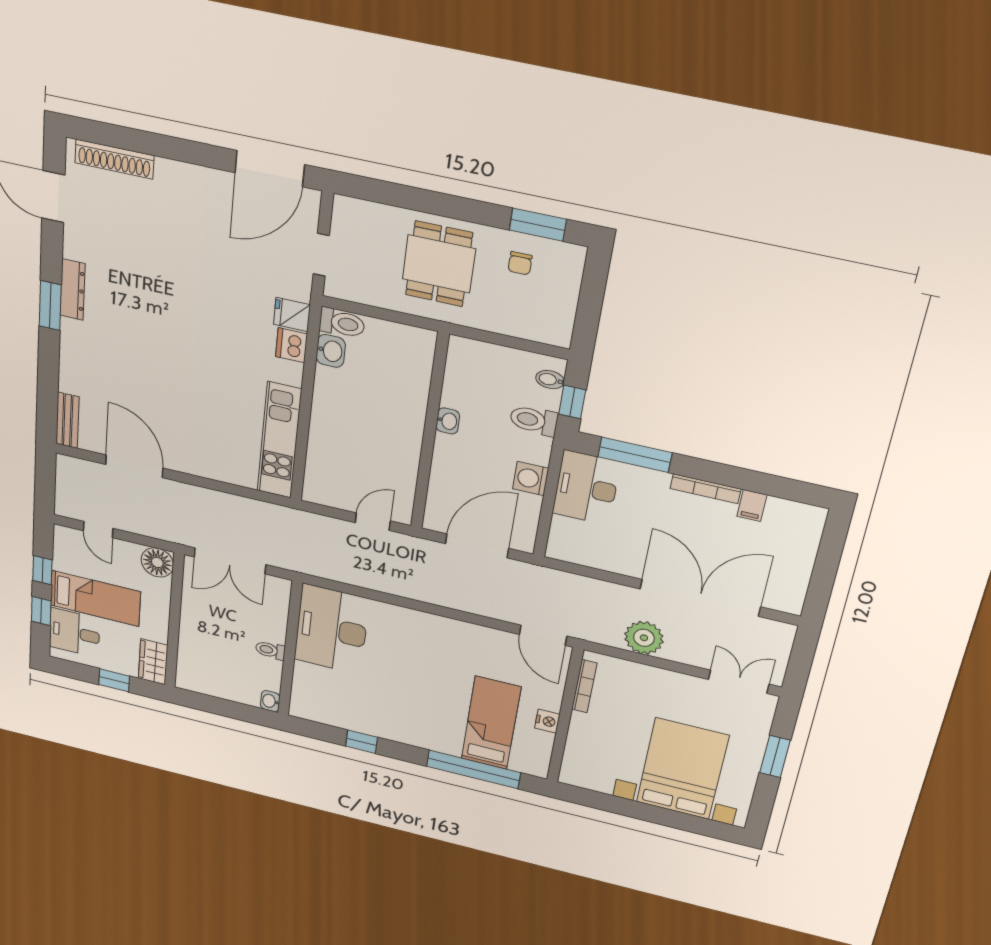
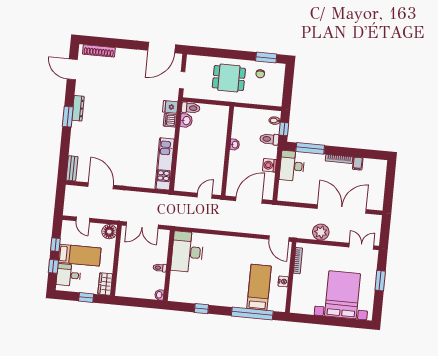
dining table: (439, 264) -> (229, 78), turned 90

